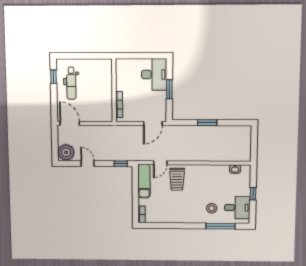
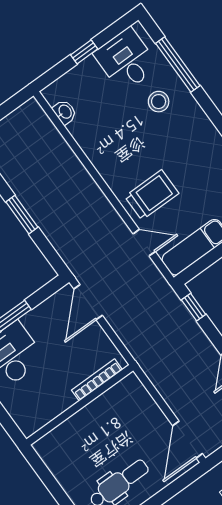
door: (153, 124) -> (88, 302), swing flipped

